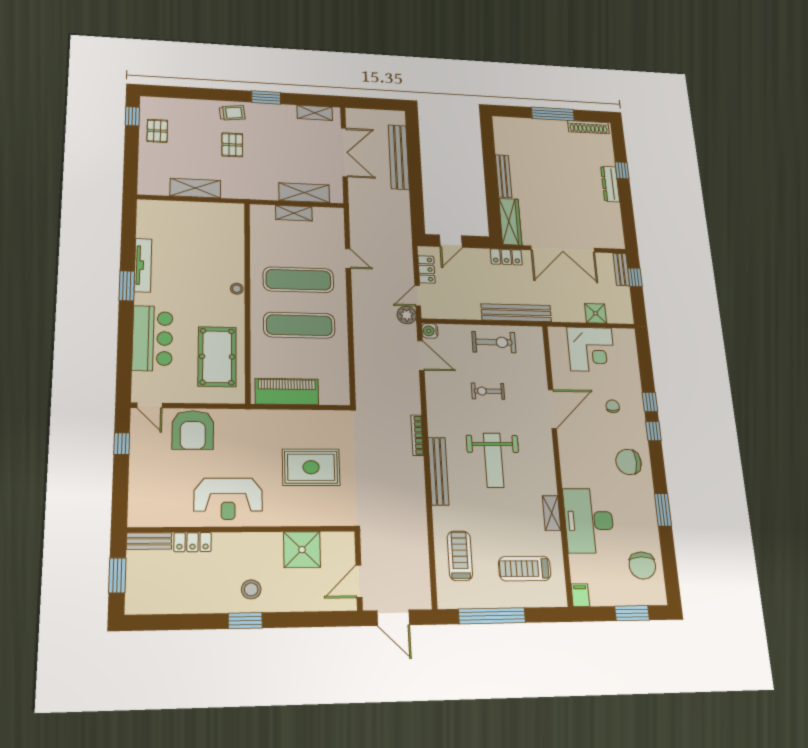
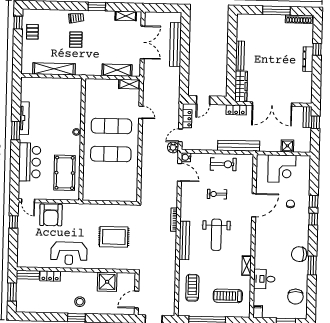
shelving: (195, 188) -> (54, 69), width x1.47
shelving: (294, 213) -> (129, 84), moved
piano: (287, 391) -> (102, 193), removed
chair: (629, 462) -> (299, 254), moved
desk: (589, 521) -> (264, 279), width x0.53, depth x0.77

